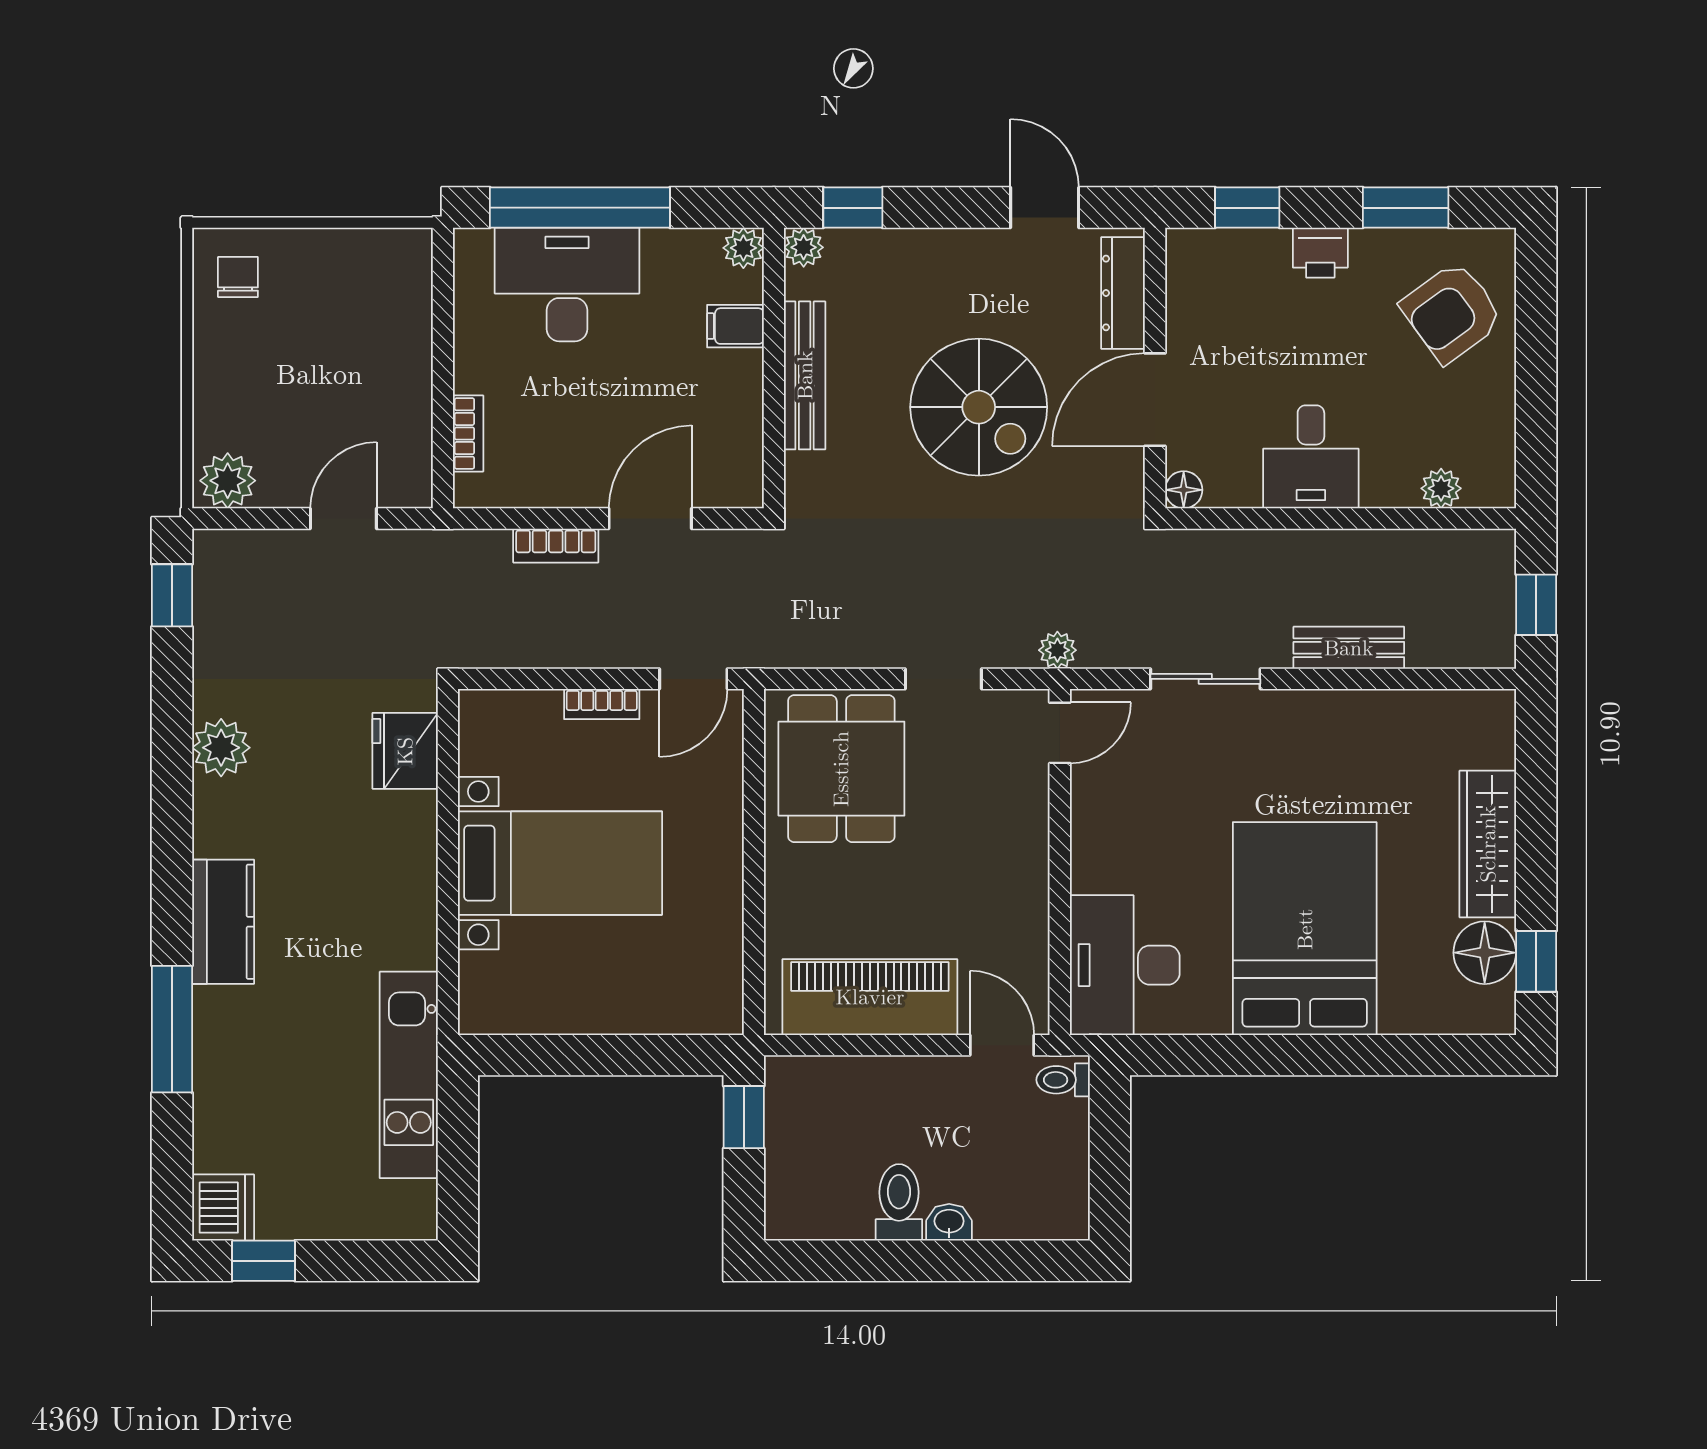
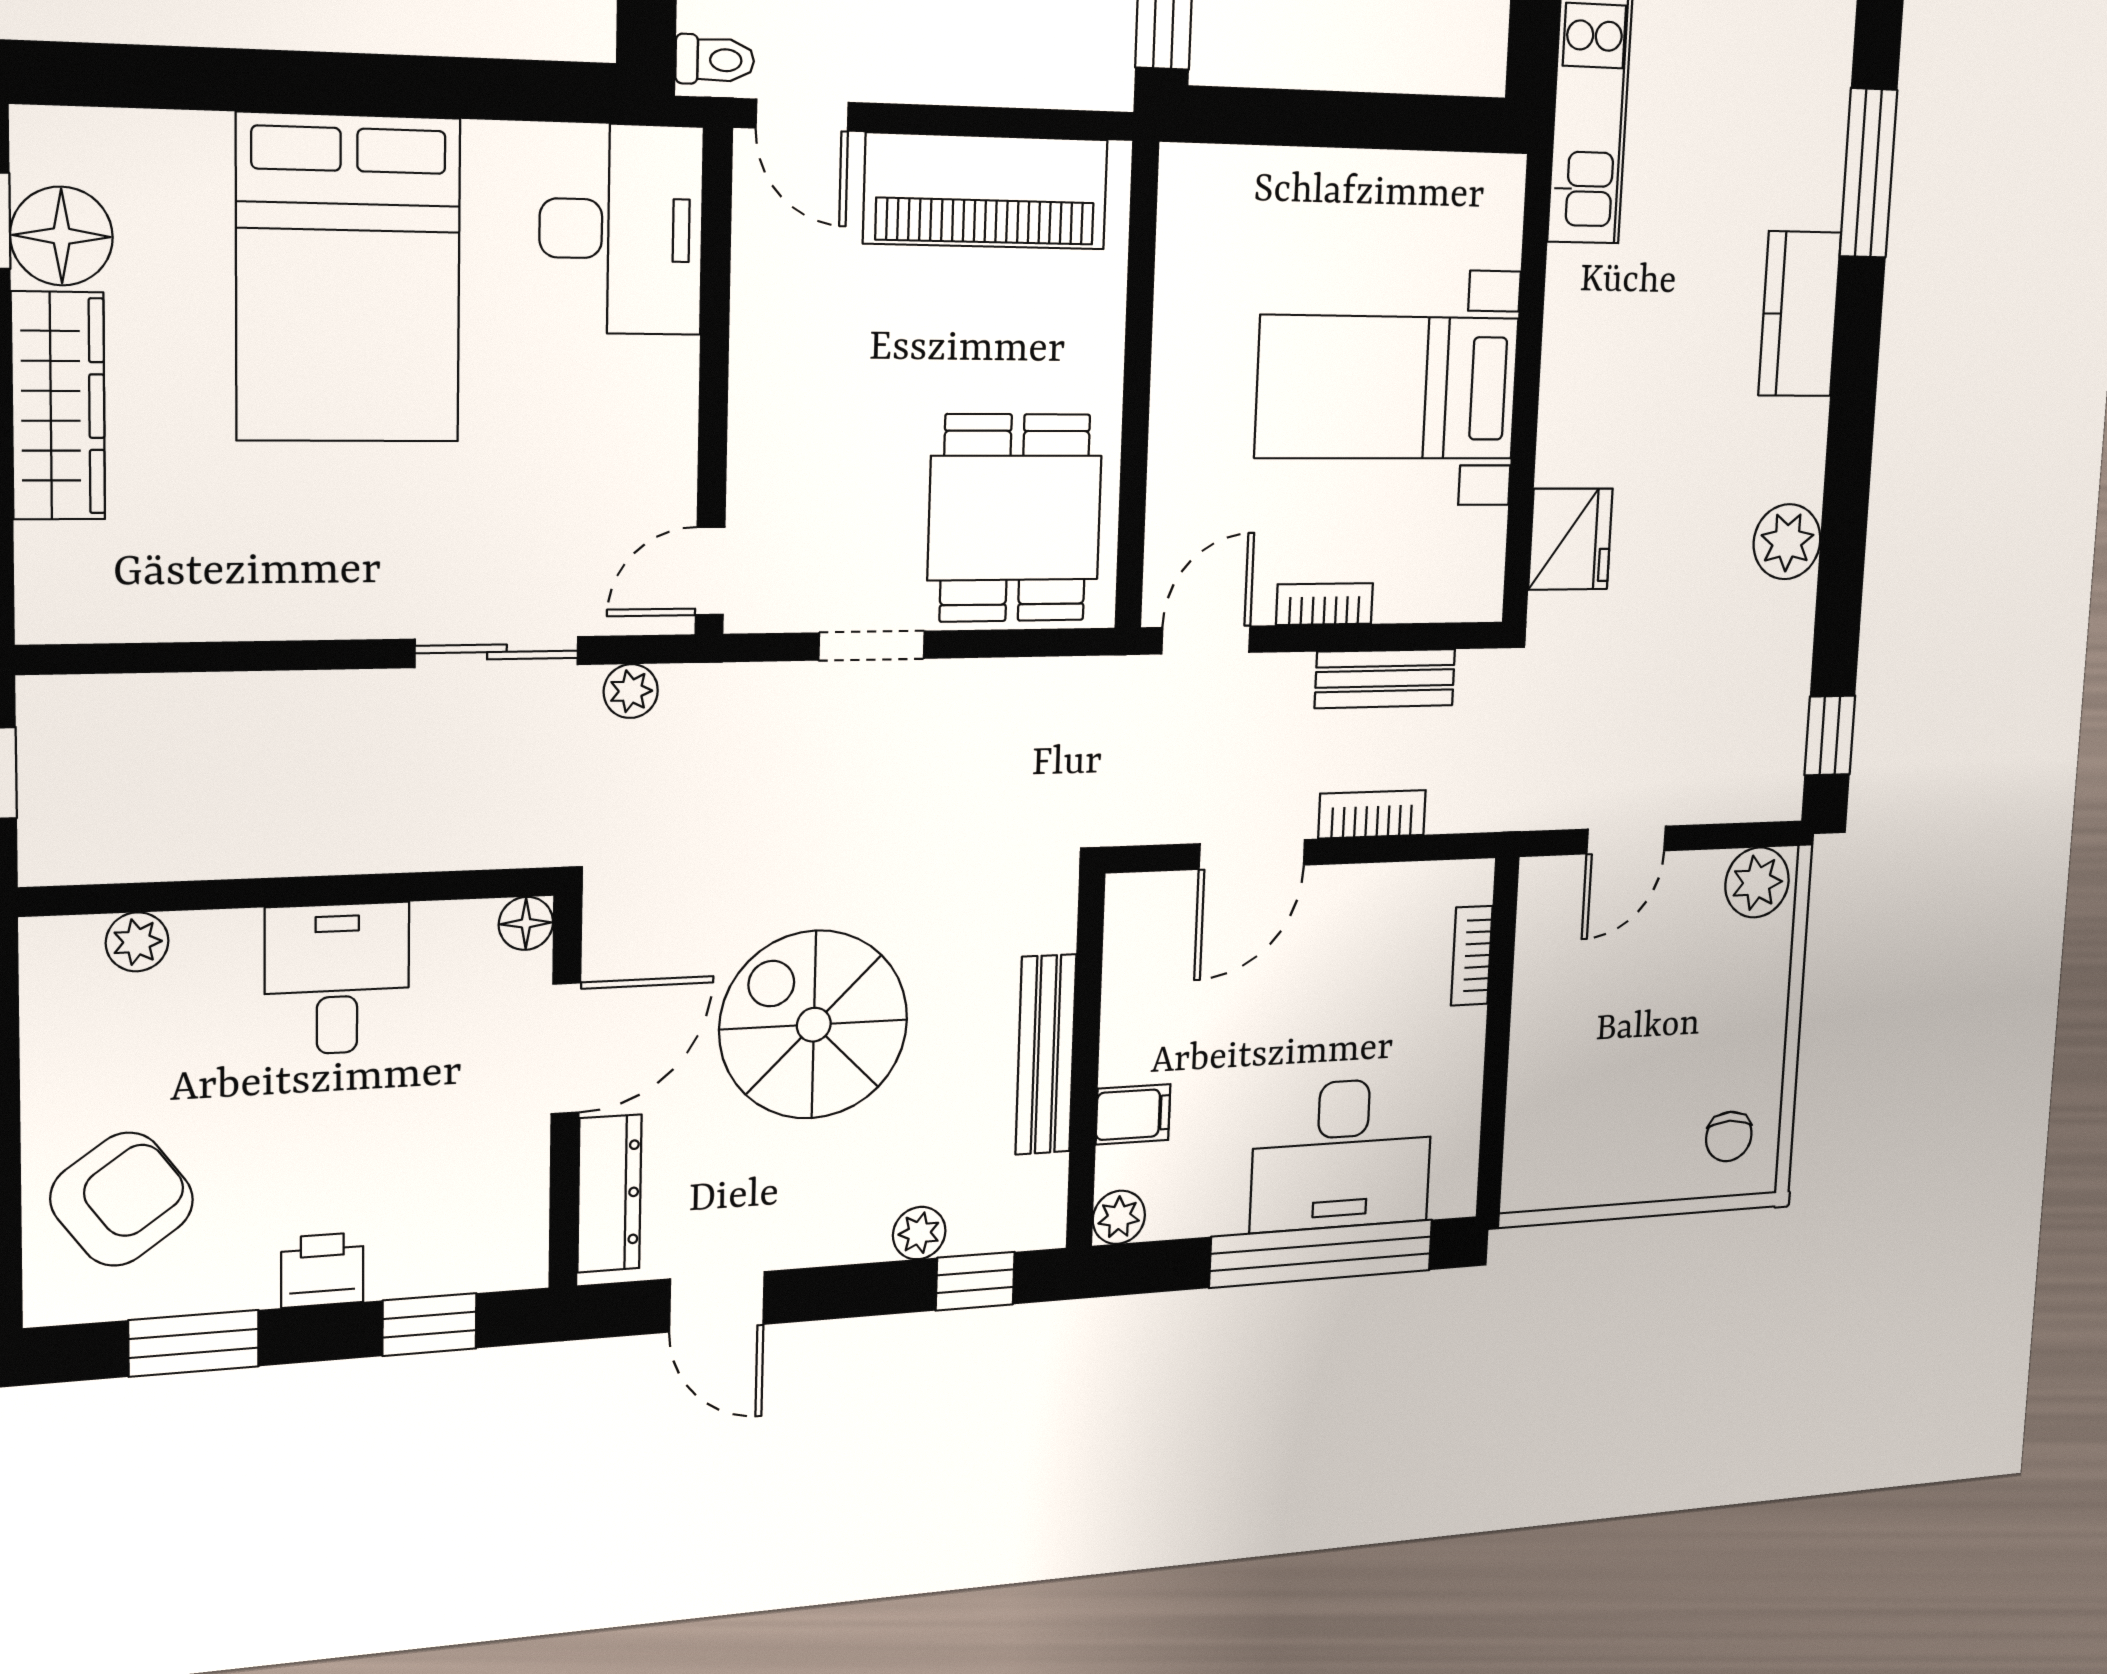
plant: (804, 247) -> (919, 1233), moved
bench: (1349, 648) -> (1385, 679), moved
plant: (1057, 650) -> (631, 691), moved

